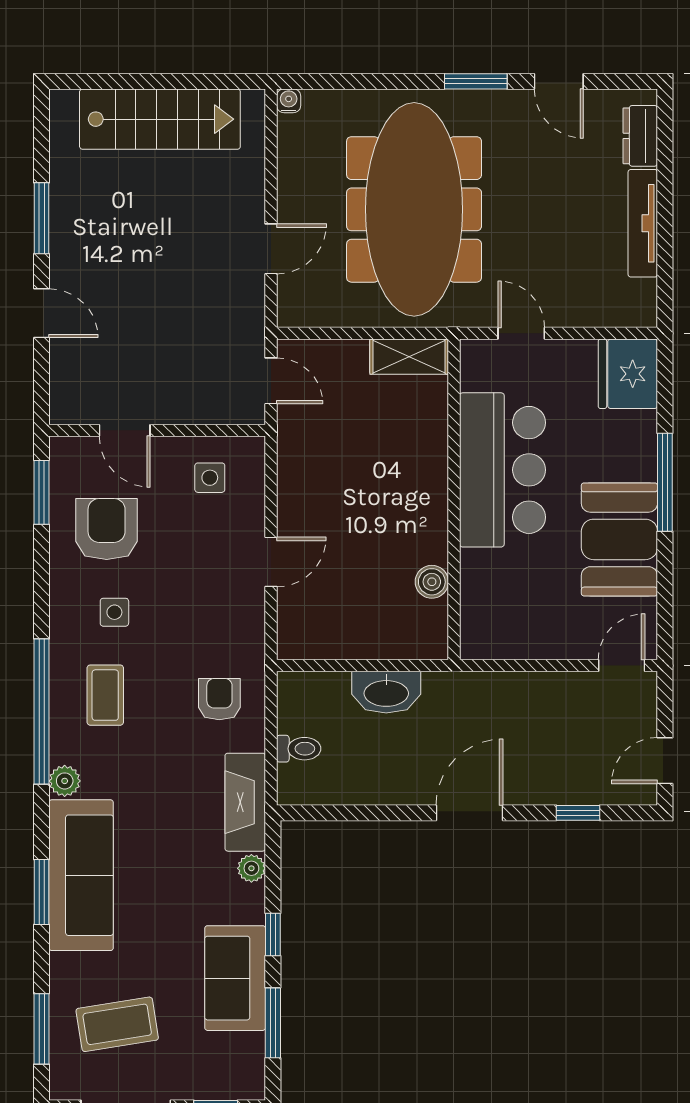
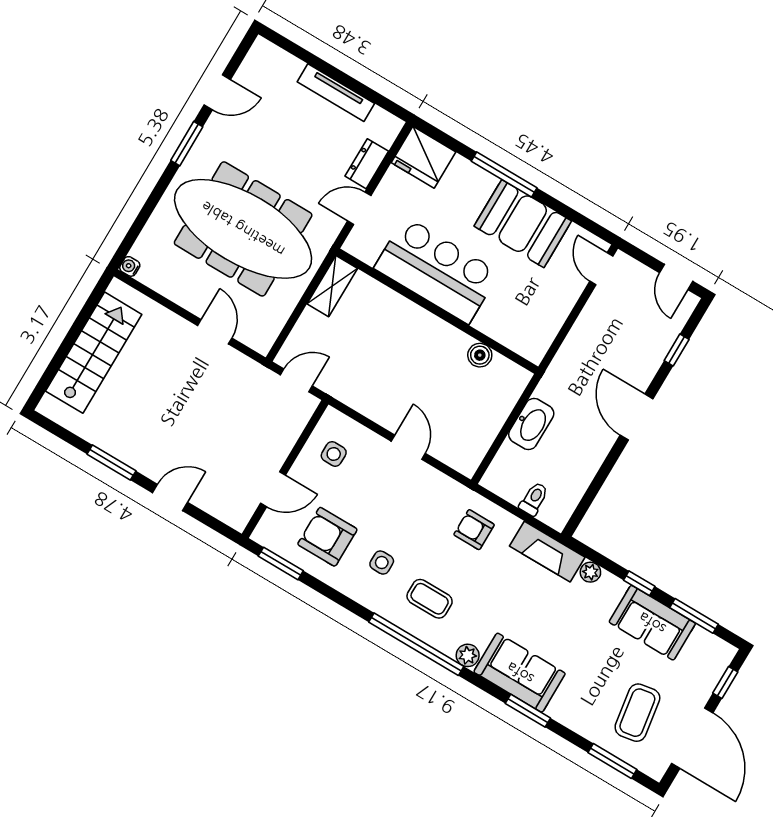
dresser: (640, 136) -> (367, 164), moved, turned 90
sofa: (81, 875) -> (520, 673), width x0.73

